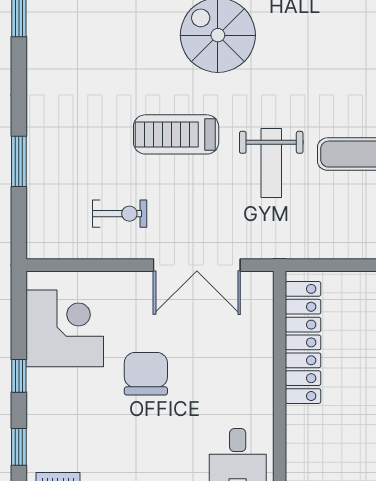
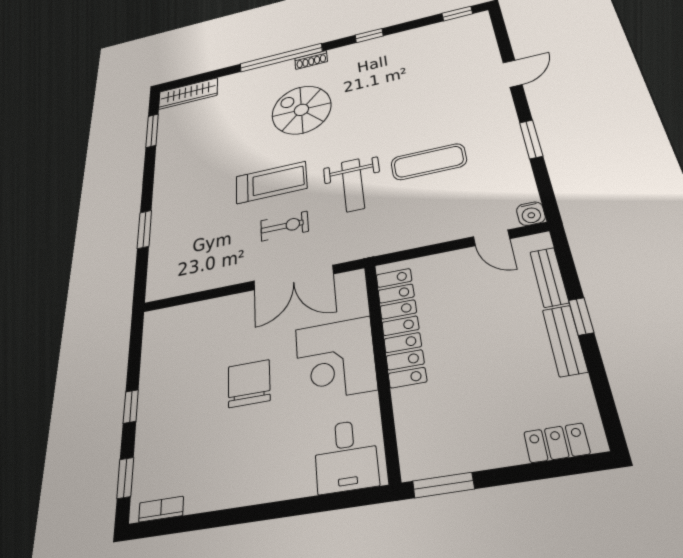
treadmill: (176, 134) -> (271, 182), turned 180
exercise bike: (120, 214) -> (284, 226), moved
corner desk: (65, 328) -> (335, 359), moved, turned 180

